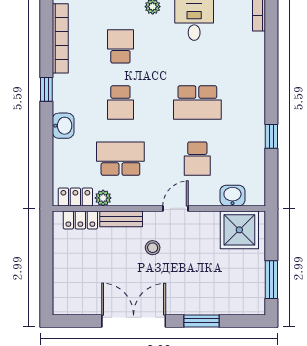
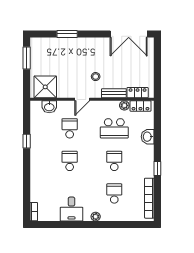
school desk: (120, 46) -> (114, 194), turned 180
school desk: (197, 102) -> (70, 161), width x0.54
washbasin: (63, 126) -> (148, 137), moved
double door: (134, 321) -> (129, 34), moved

